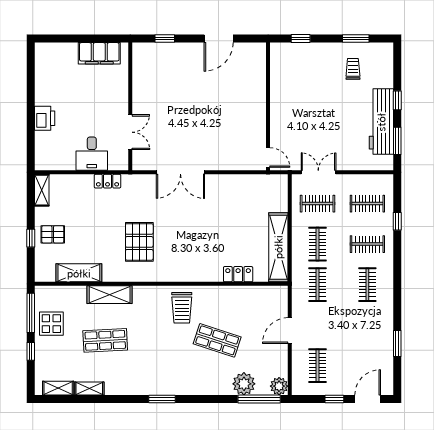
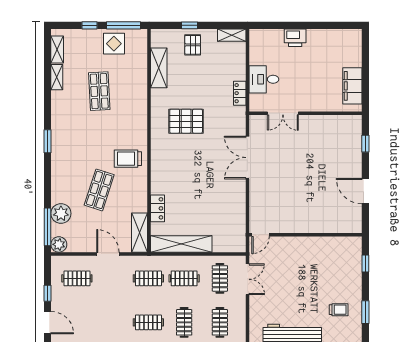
shelving: (110, 295) -> (140, 233), moved

